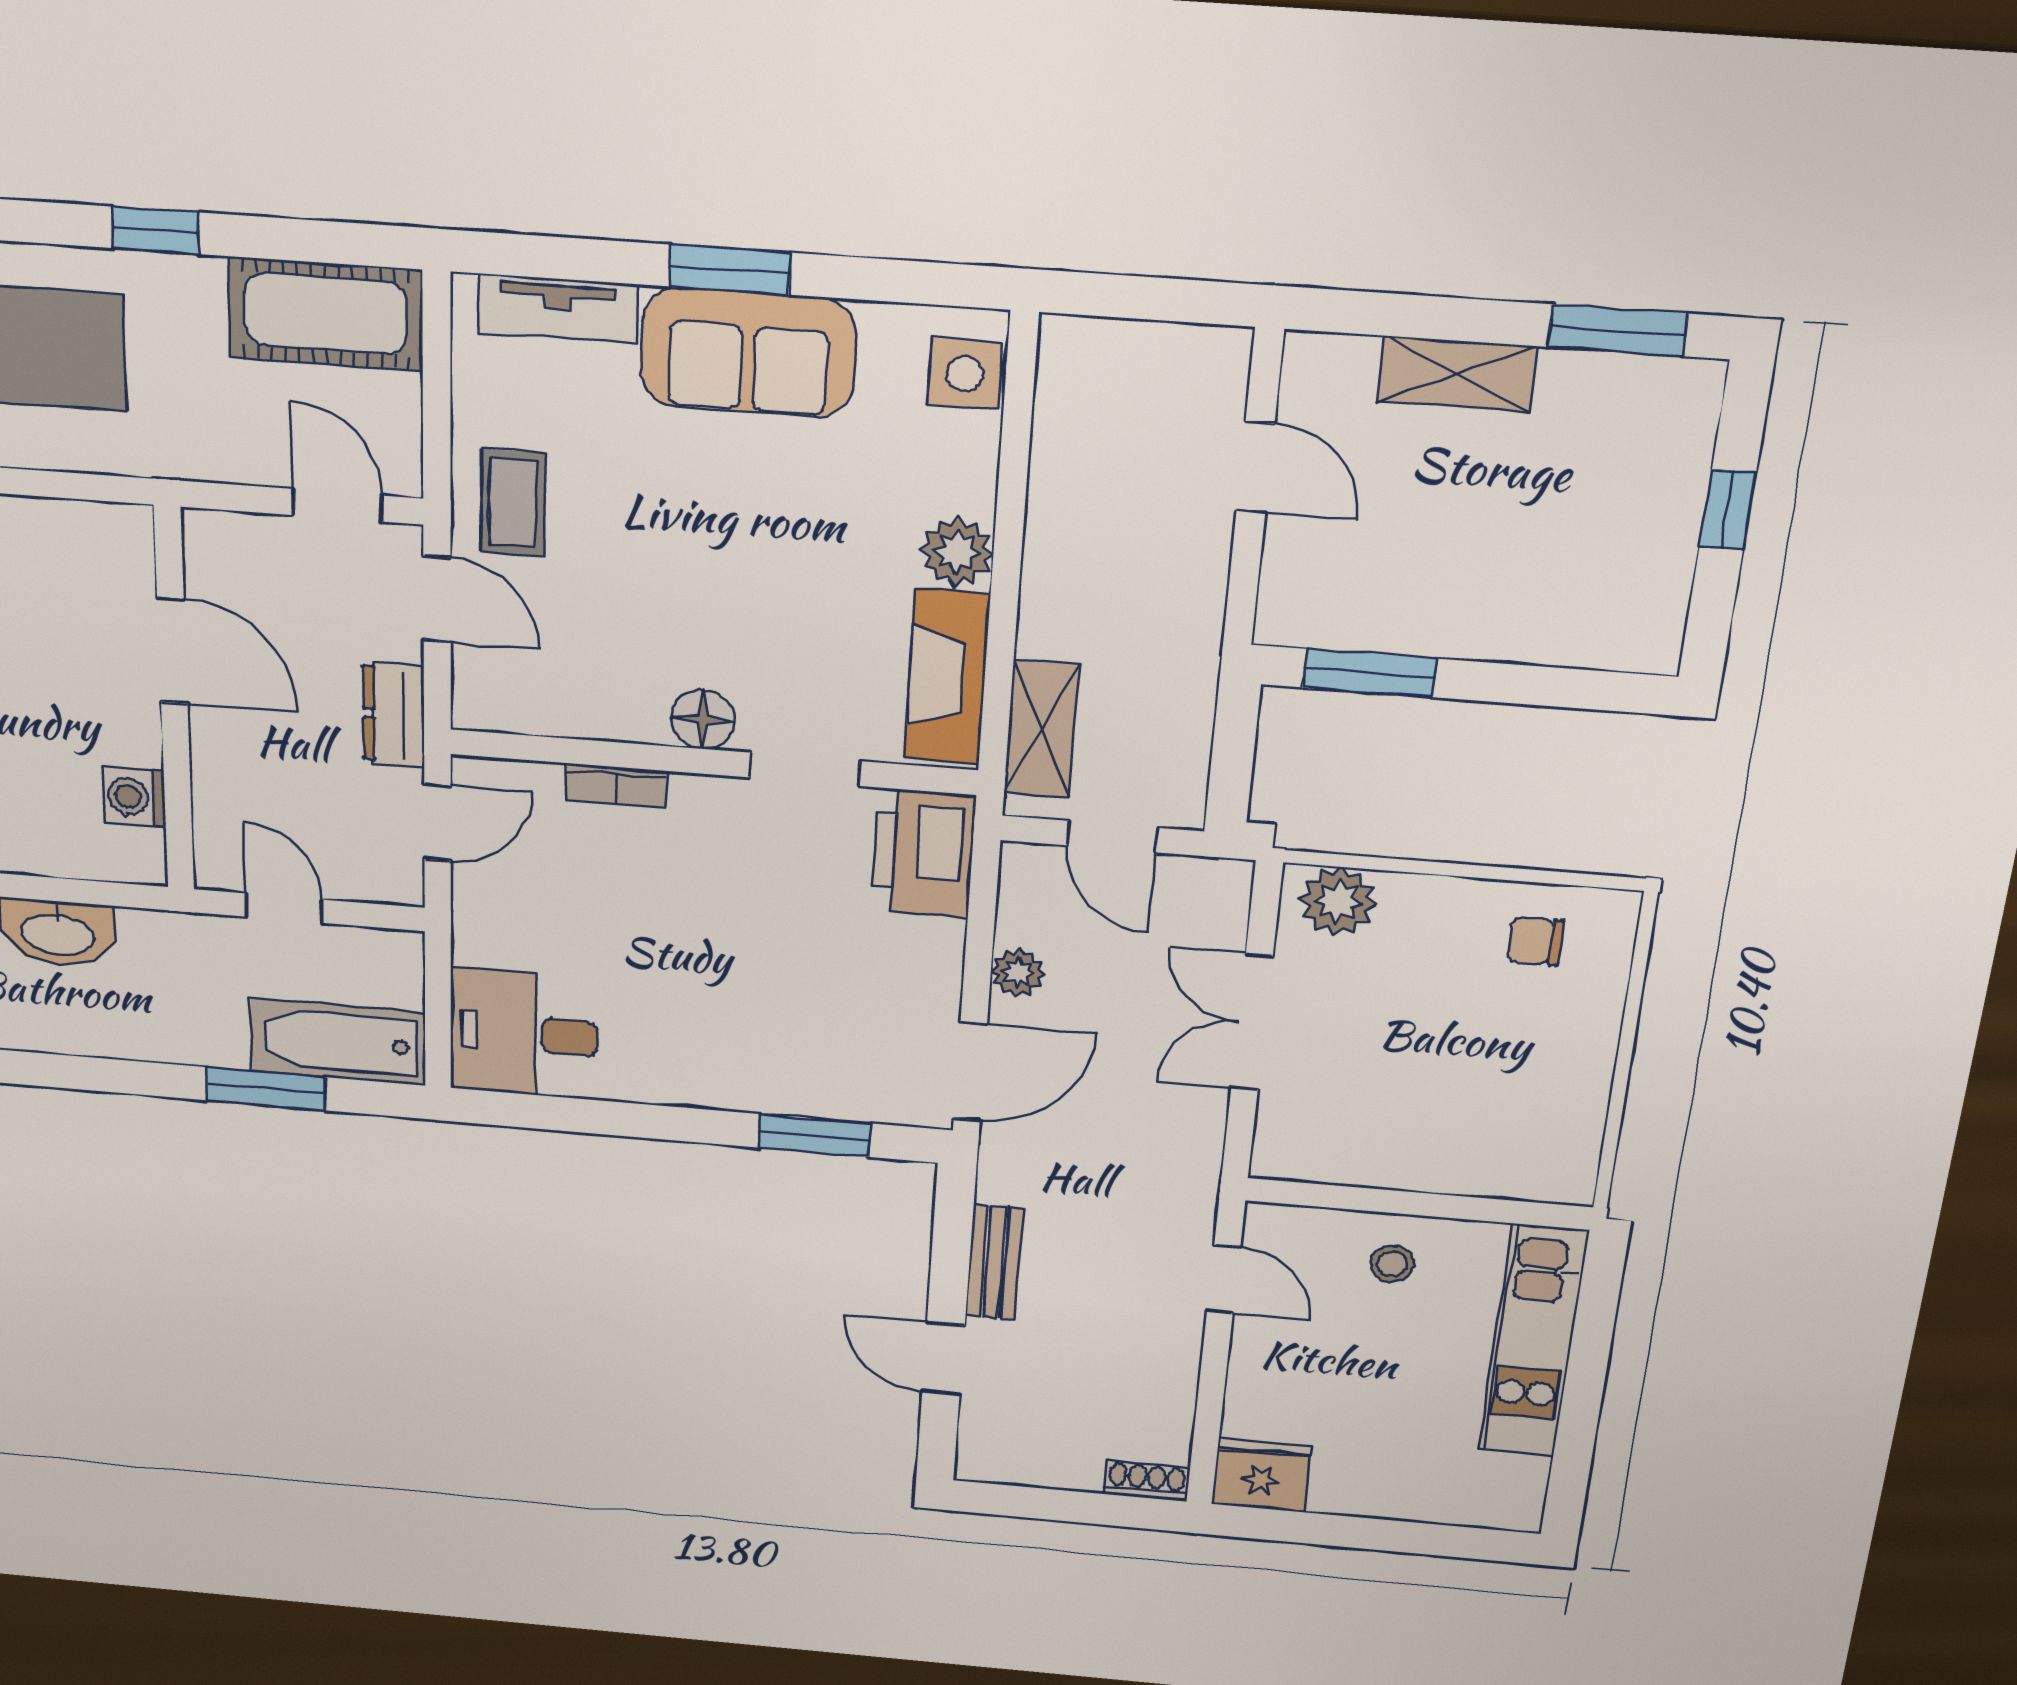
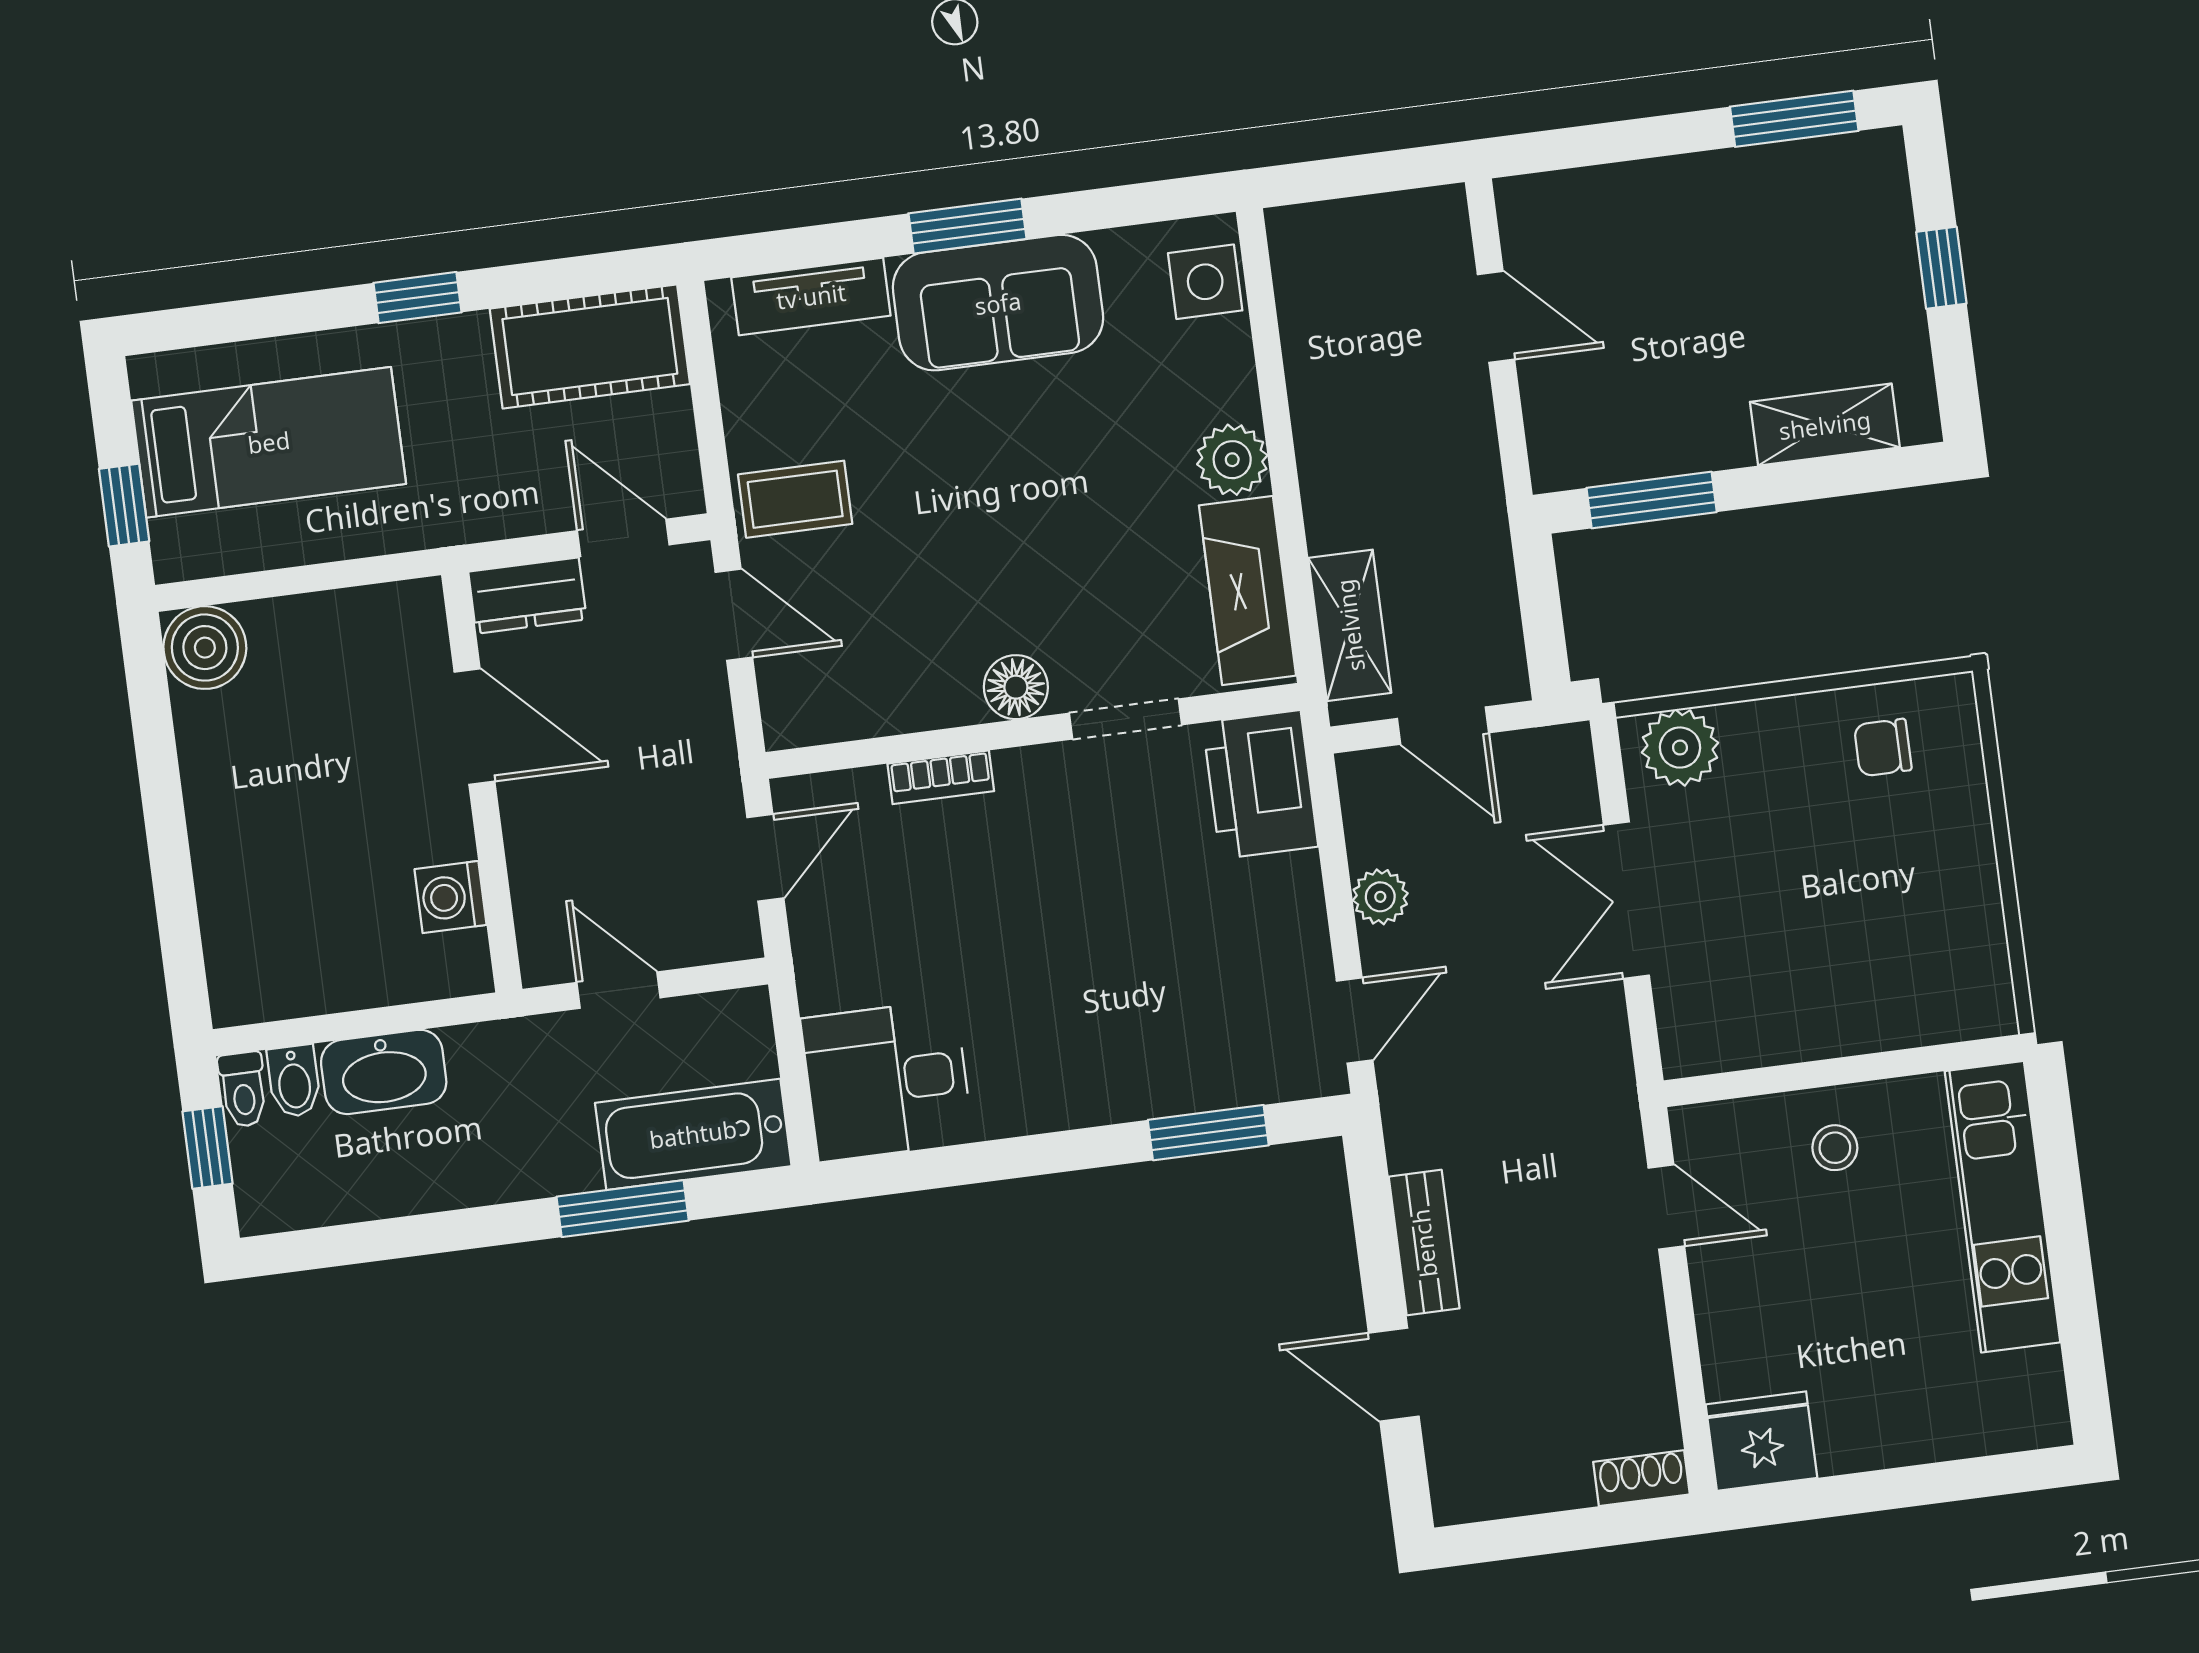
shelving: (1457, 374) -> (1825, 425), moved
coffee table: (513, 503) -> (795, 499), turned 90
dresser: (394, 715) -> (527, 596), moved, turned -90
door: (970, 1071) -> (1355, 1020), width x0.73

